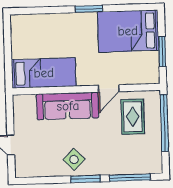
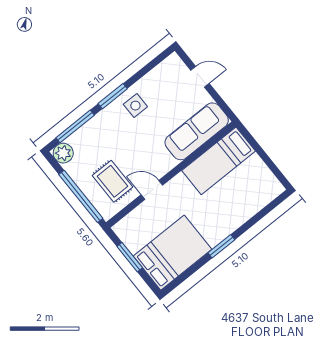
door: (109, 88) -> (152, 190), hinge flipped
sofa: (68, 106) -> (197, 131), moved
side table: (74, 159) -> (135, 106), turned 45
plant: (153, 165) -> (63, 153), added

